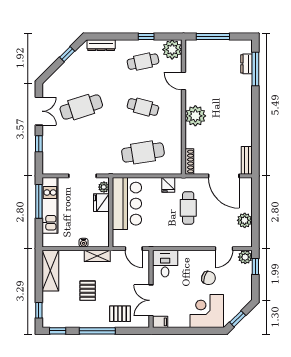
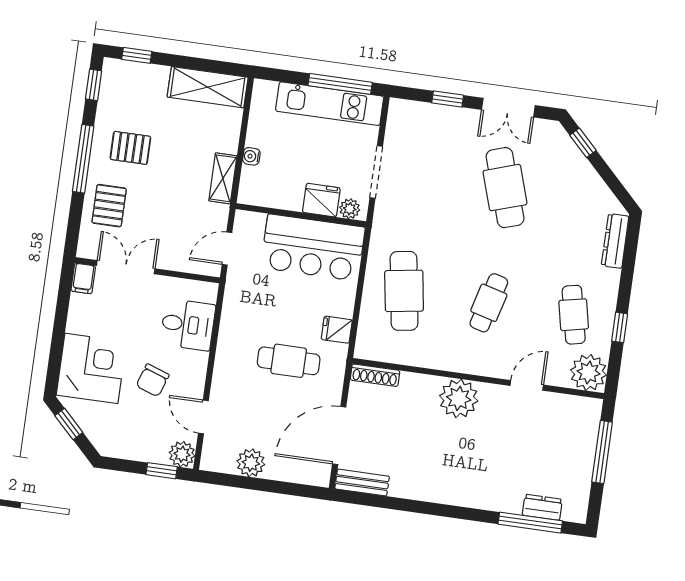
window: (67, 54) -> (583, 143), moved
desk: (165, 264) -> (188, 325), moved
pallet: (88, 291) -> (130, 148), moved

